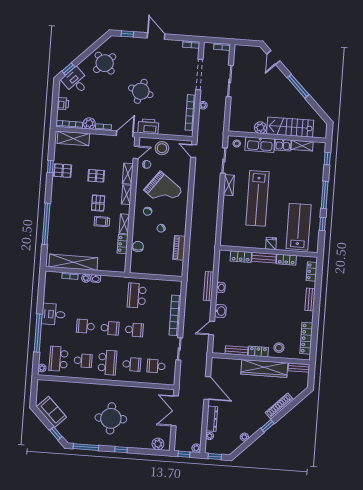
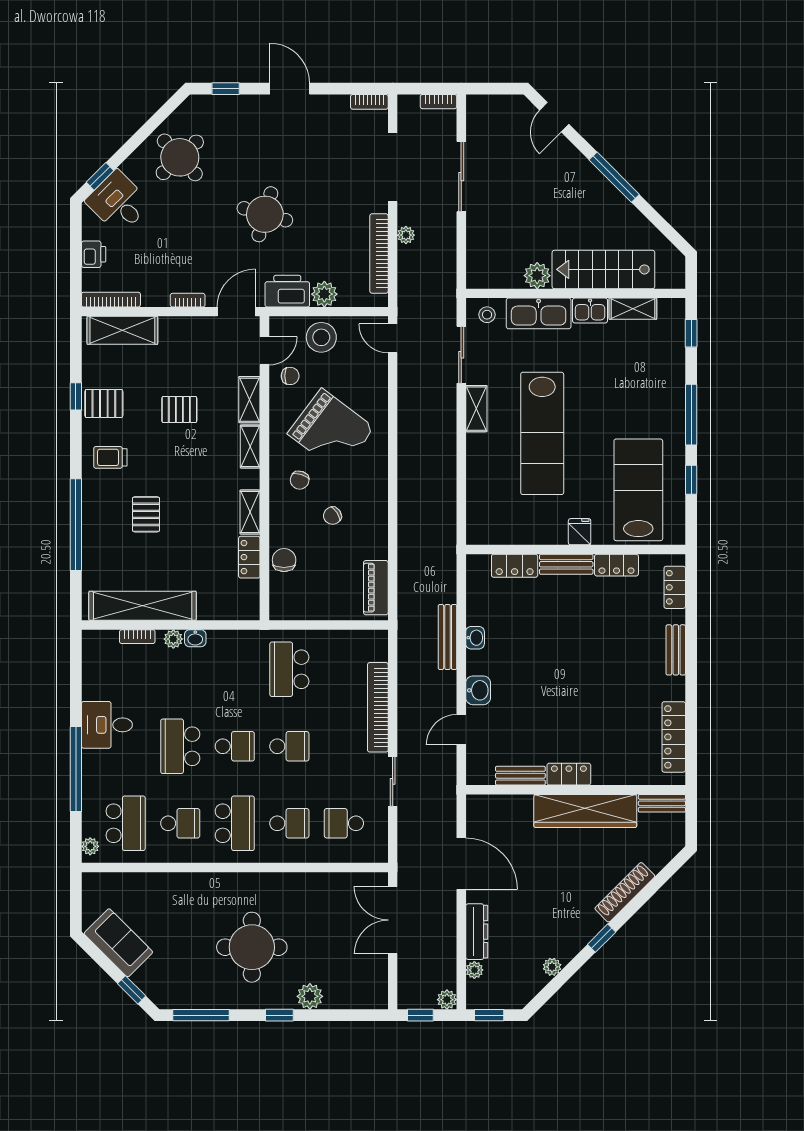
plant: (89, 123) -> (324, 294), moved
pallet: (98, 203) -> (146, 514), moved
trolley: (102, 222) -> (110, 457), moved
piano: (179, 248) -> (376, 588), moved
school desk: (85, 326) -> (180, 746), width x1.85
stool: (279, 348) -> (614, 762), removed
school desk: (59, 359) -> (126, 823), turned 180
plant: (158, 444) -> (310, 996), moved

